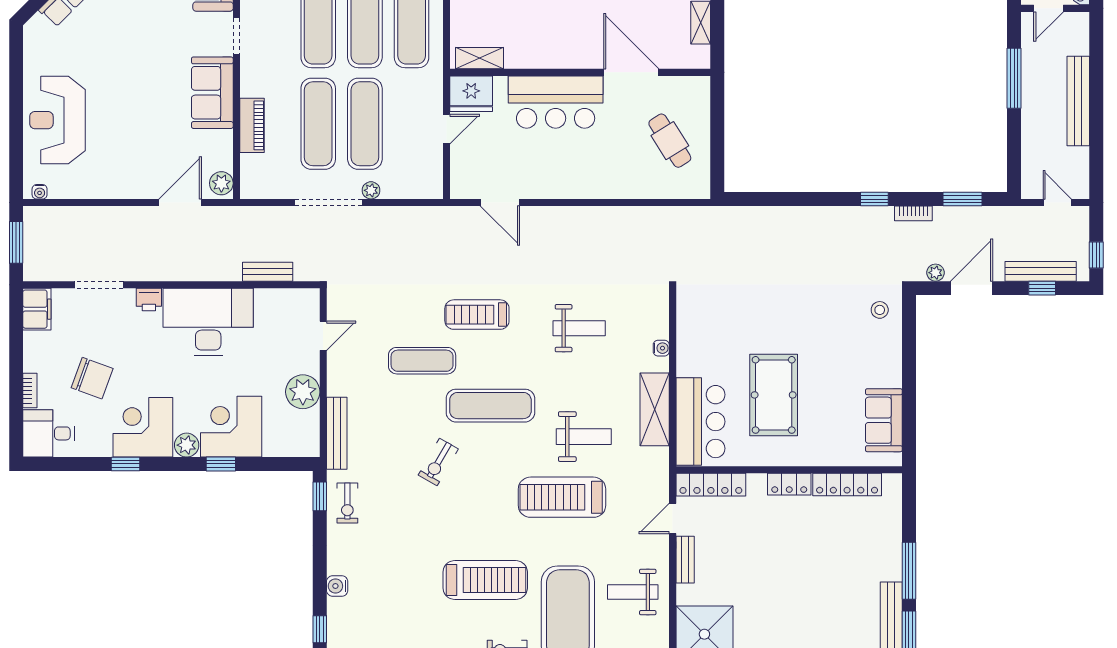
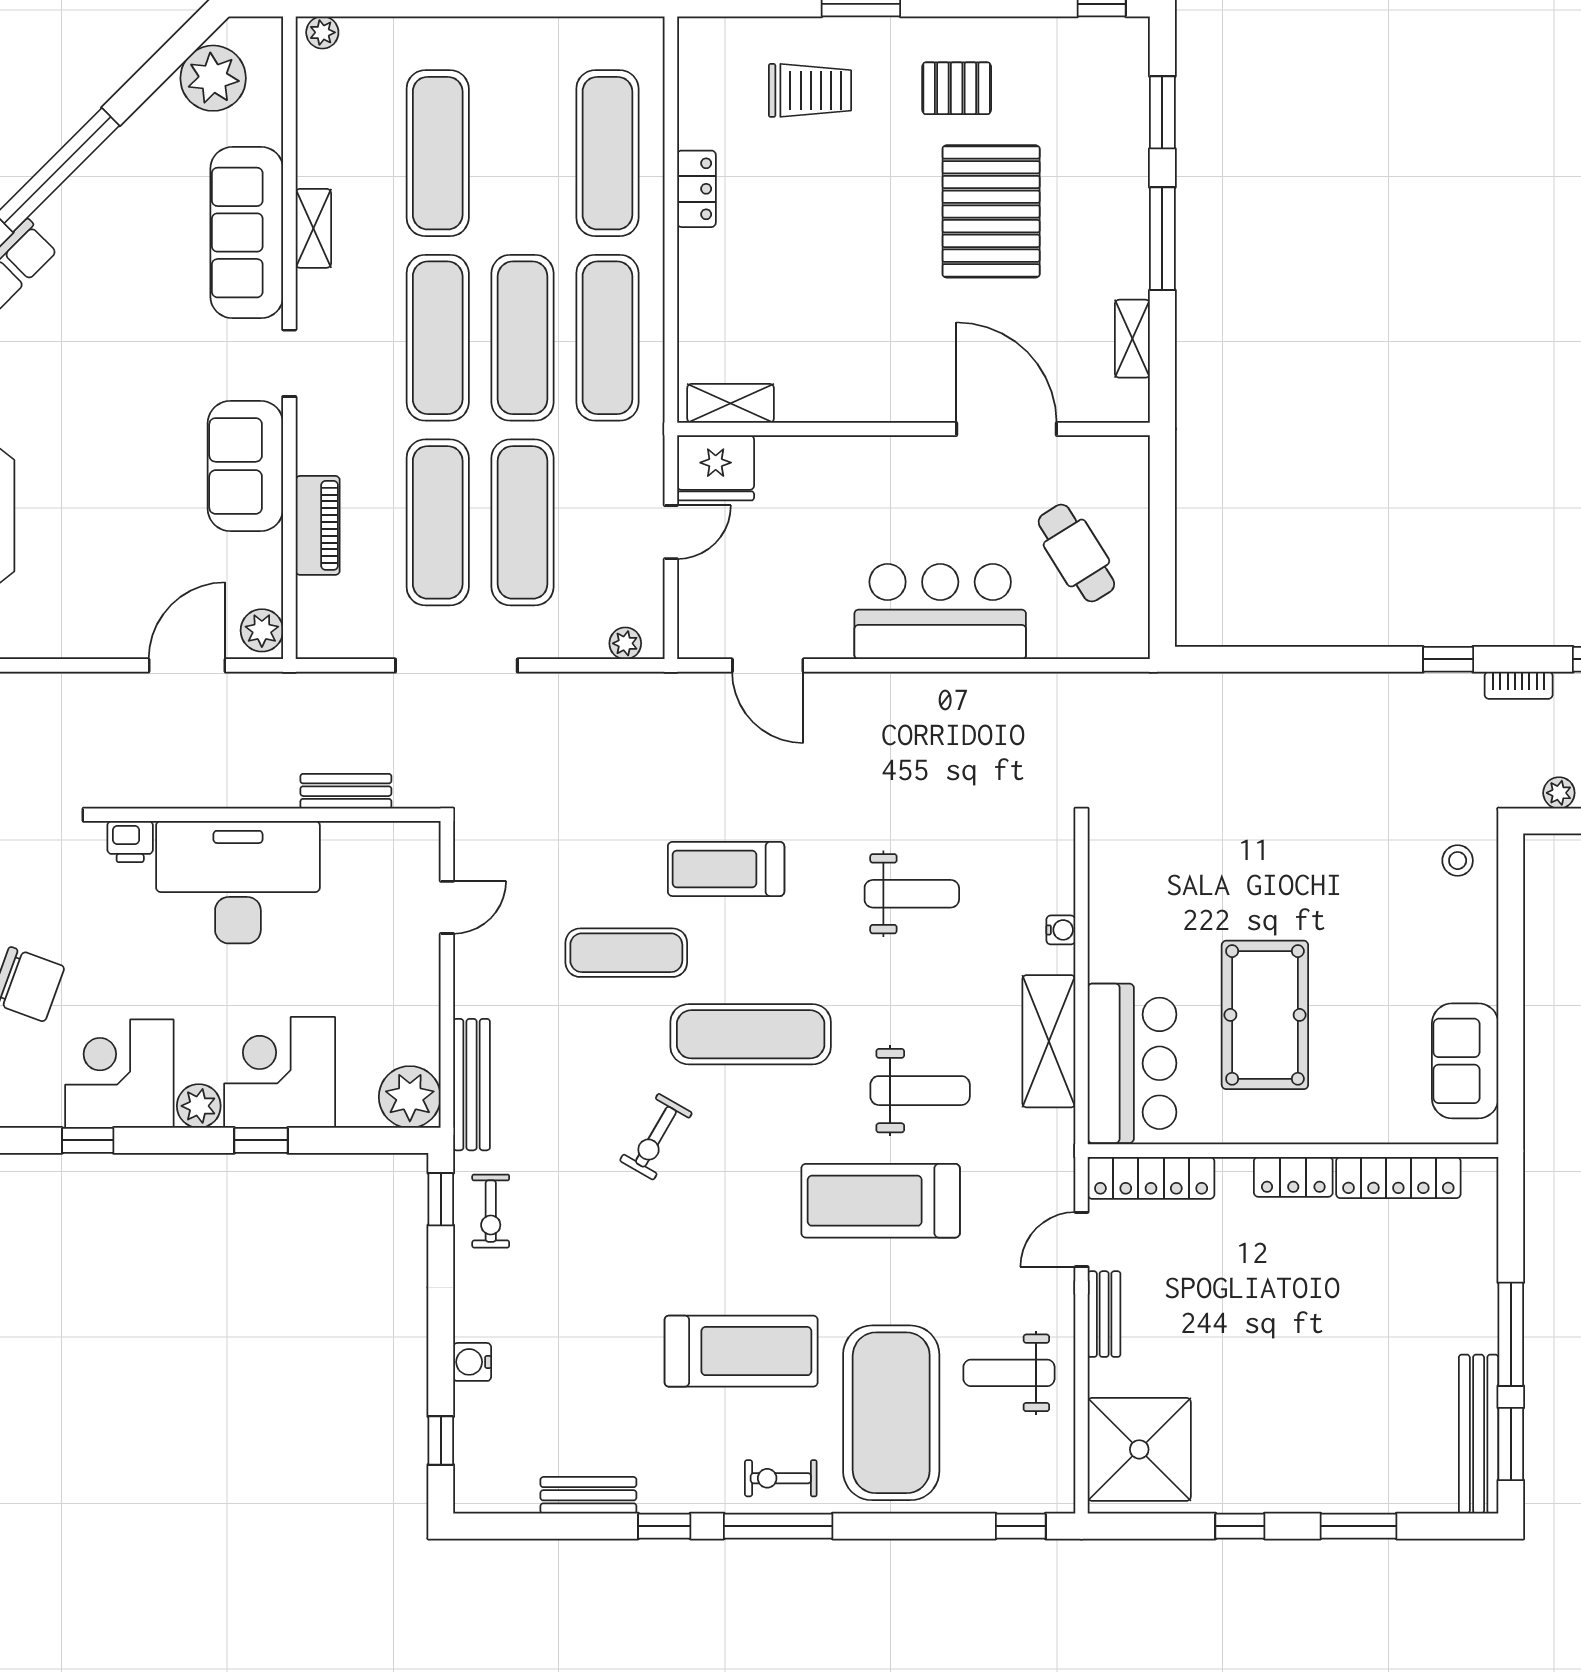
bar counter: (556, 102) -> (940, 612), moved, turned 180
plant: (371, 190) -> (625, 643), moved
plant: (303, 392) -> (410, 1097), moved

